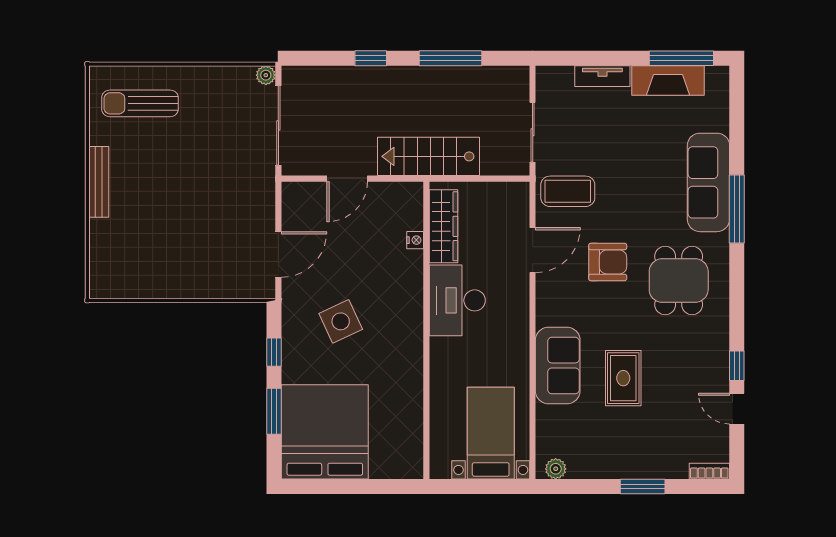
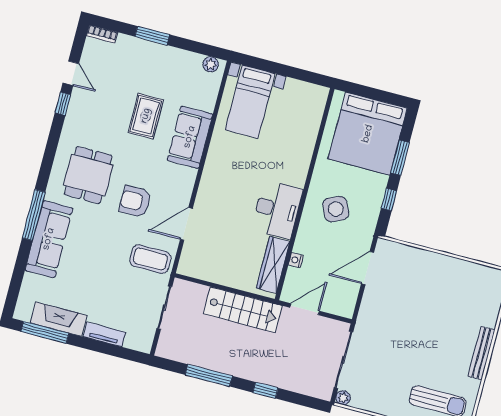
wardrobe: (444, 226) -> (273, 265), moved
nightstand: (415, 240) -> (296, 260), moved
desk: (457, 300) -> (277, 210), moved
wall: (426, 330) -> (305, 194), moved

